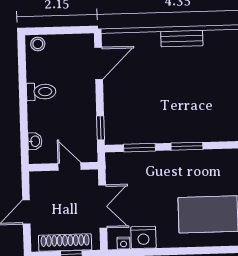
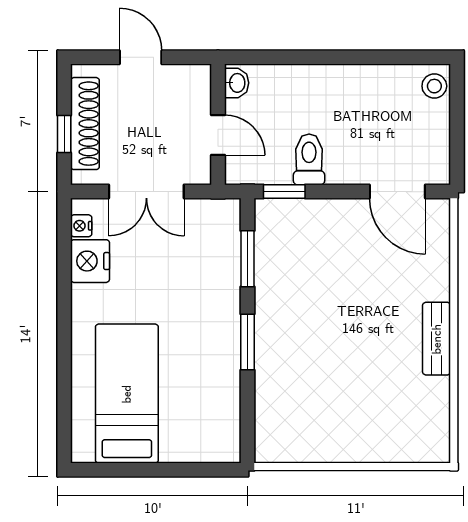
toilet: (41, 92) -> (309, 159), moved, turned 180
washbasin: (35, 141) -> (237, 83), moved, turned -90
door: (69, 167) -> (218, 135), hinge flipped

